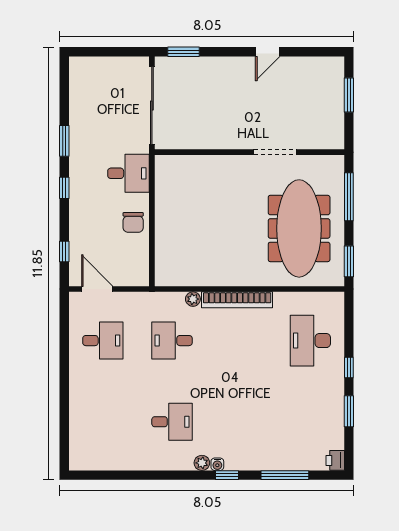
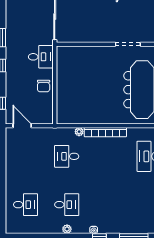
desk: (103, 341) -> (26, 205), moved
plant: (202, 463) -> (67, 229), moved

